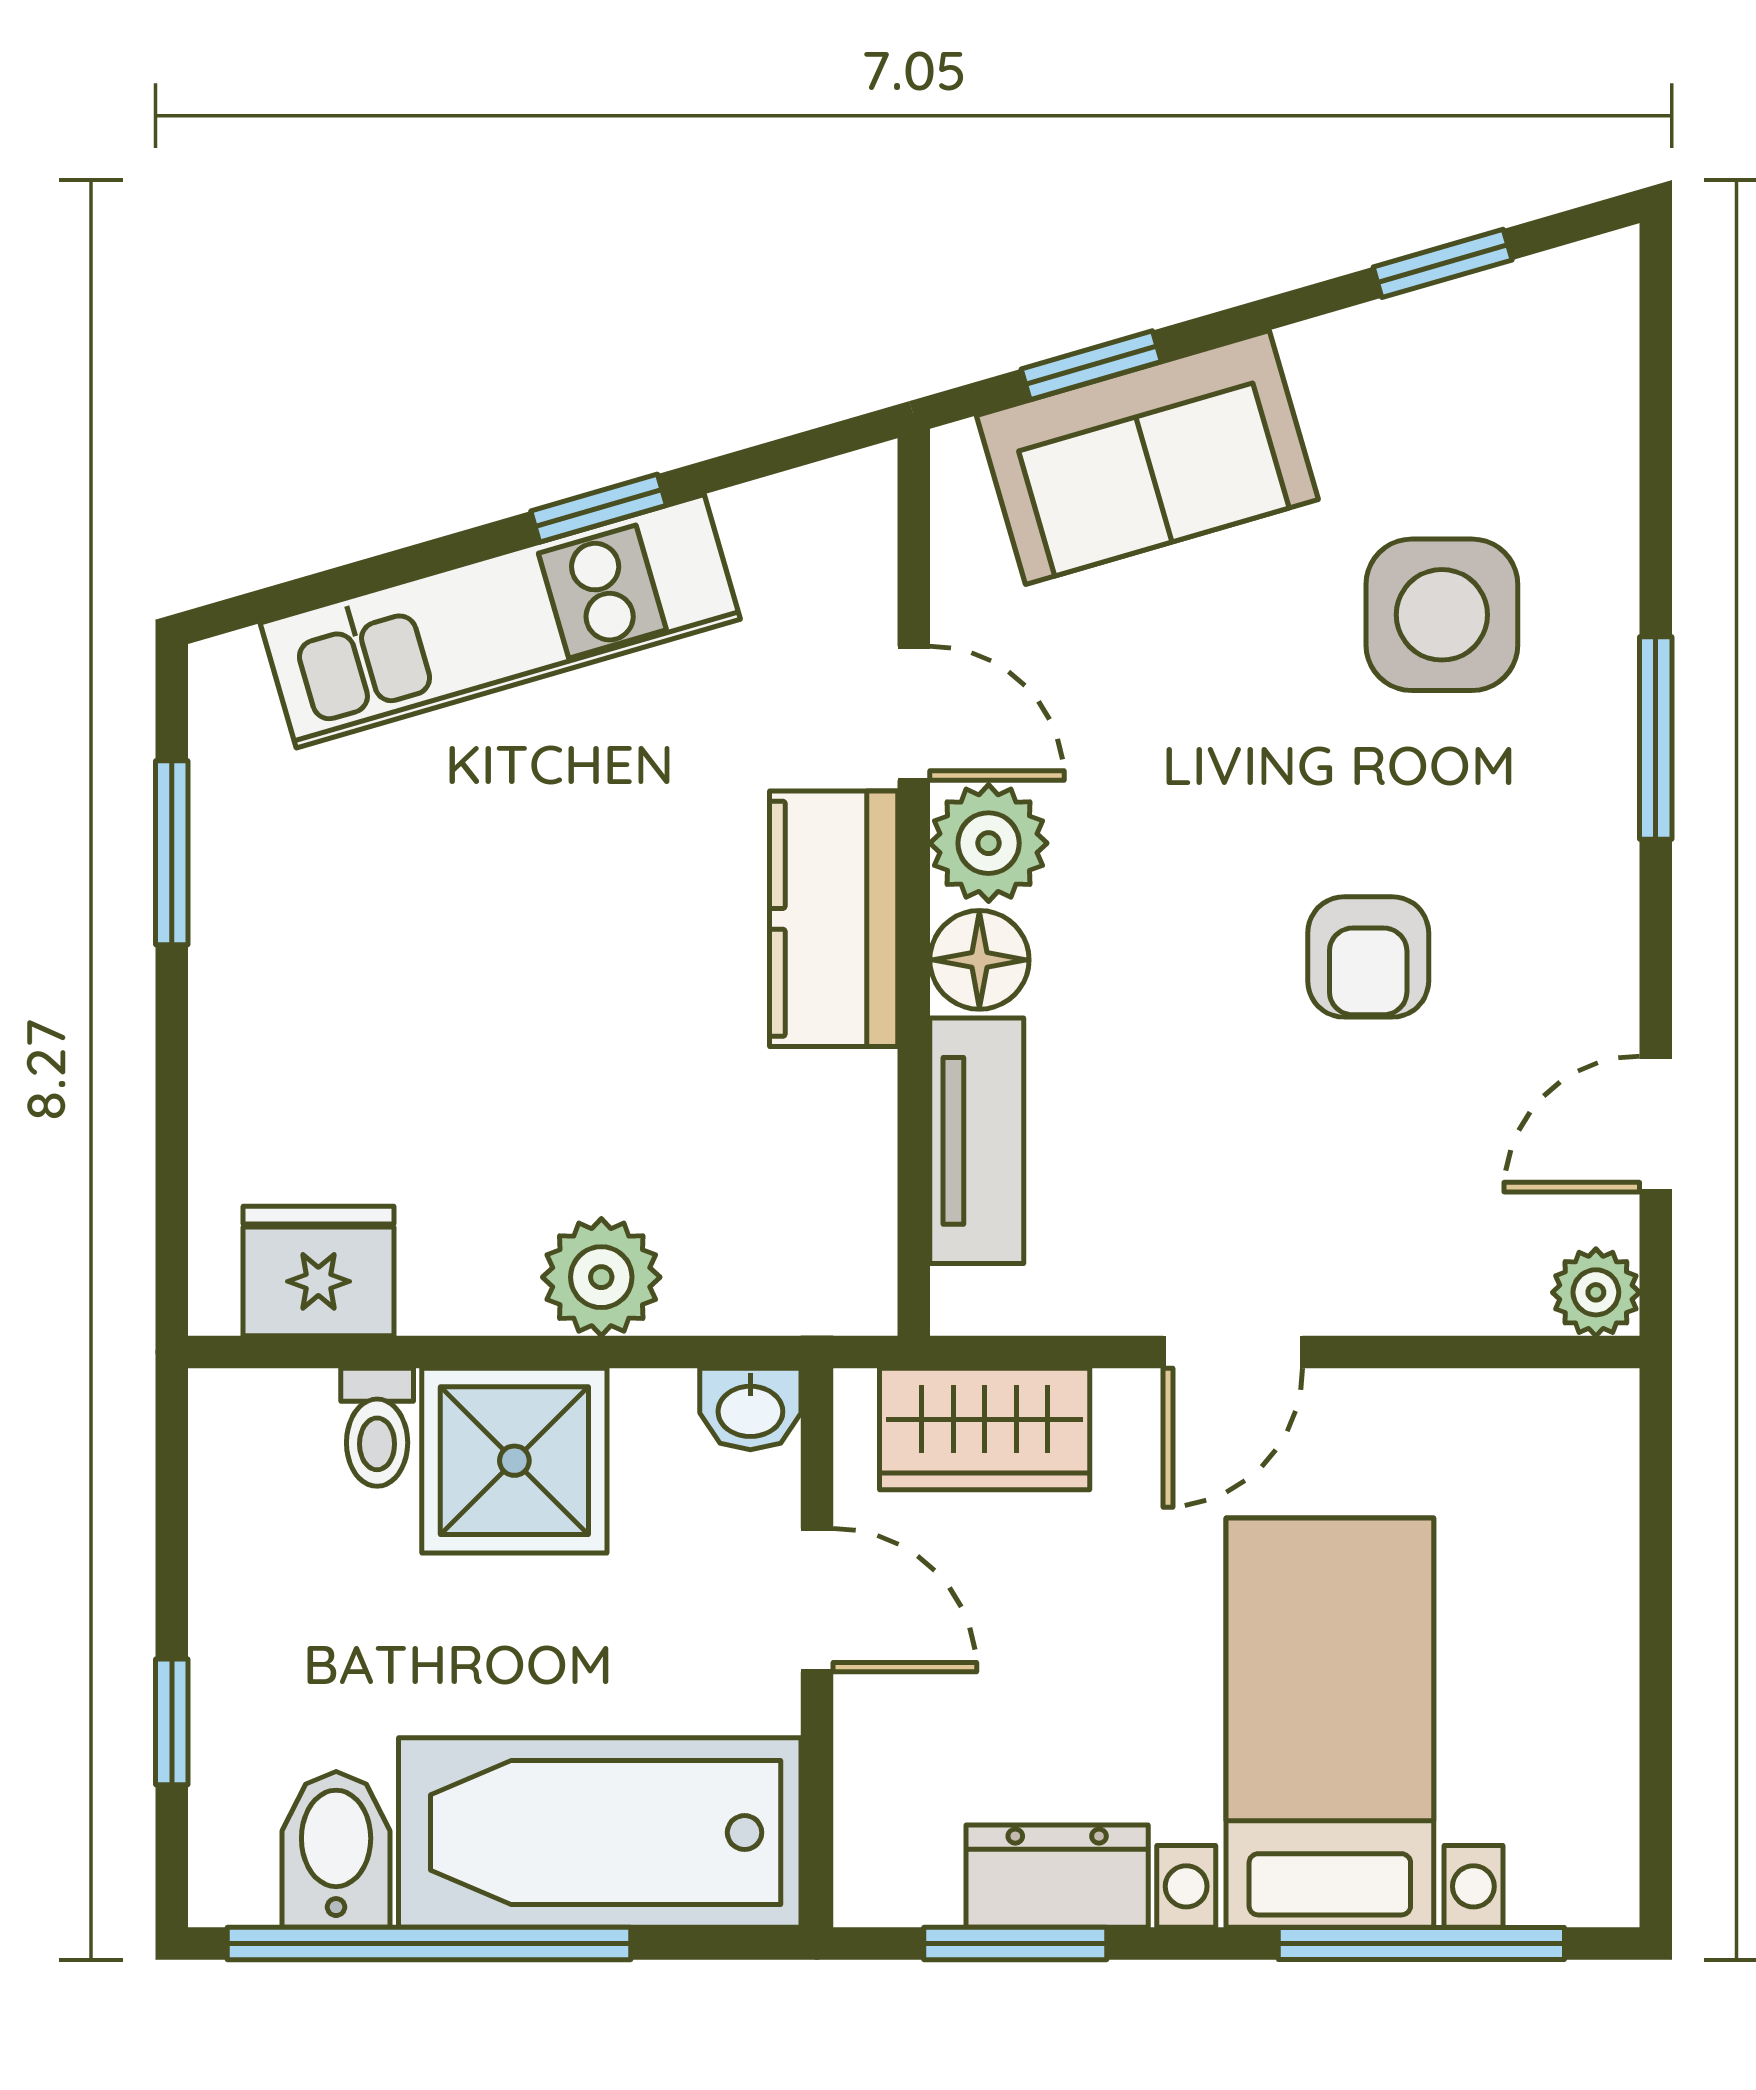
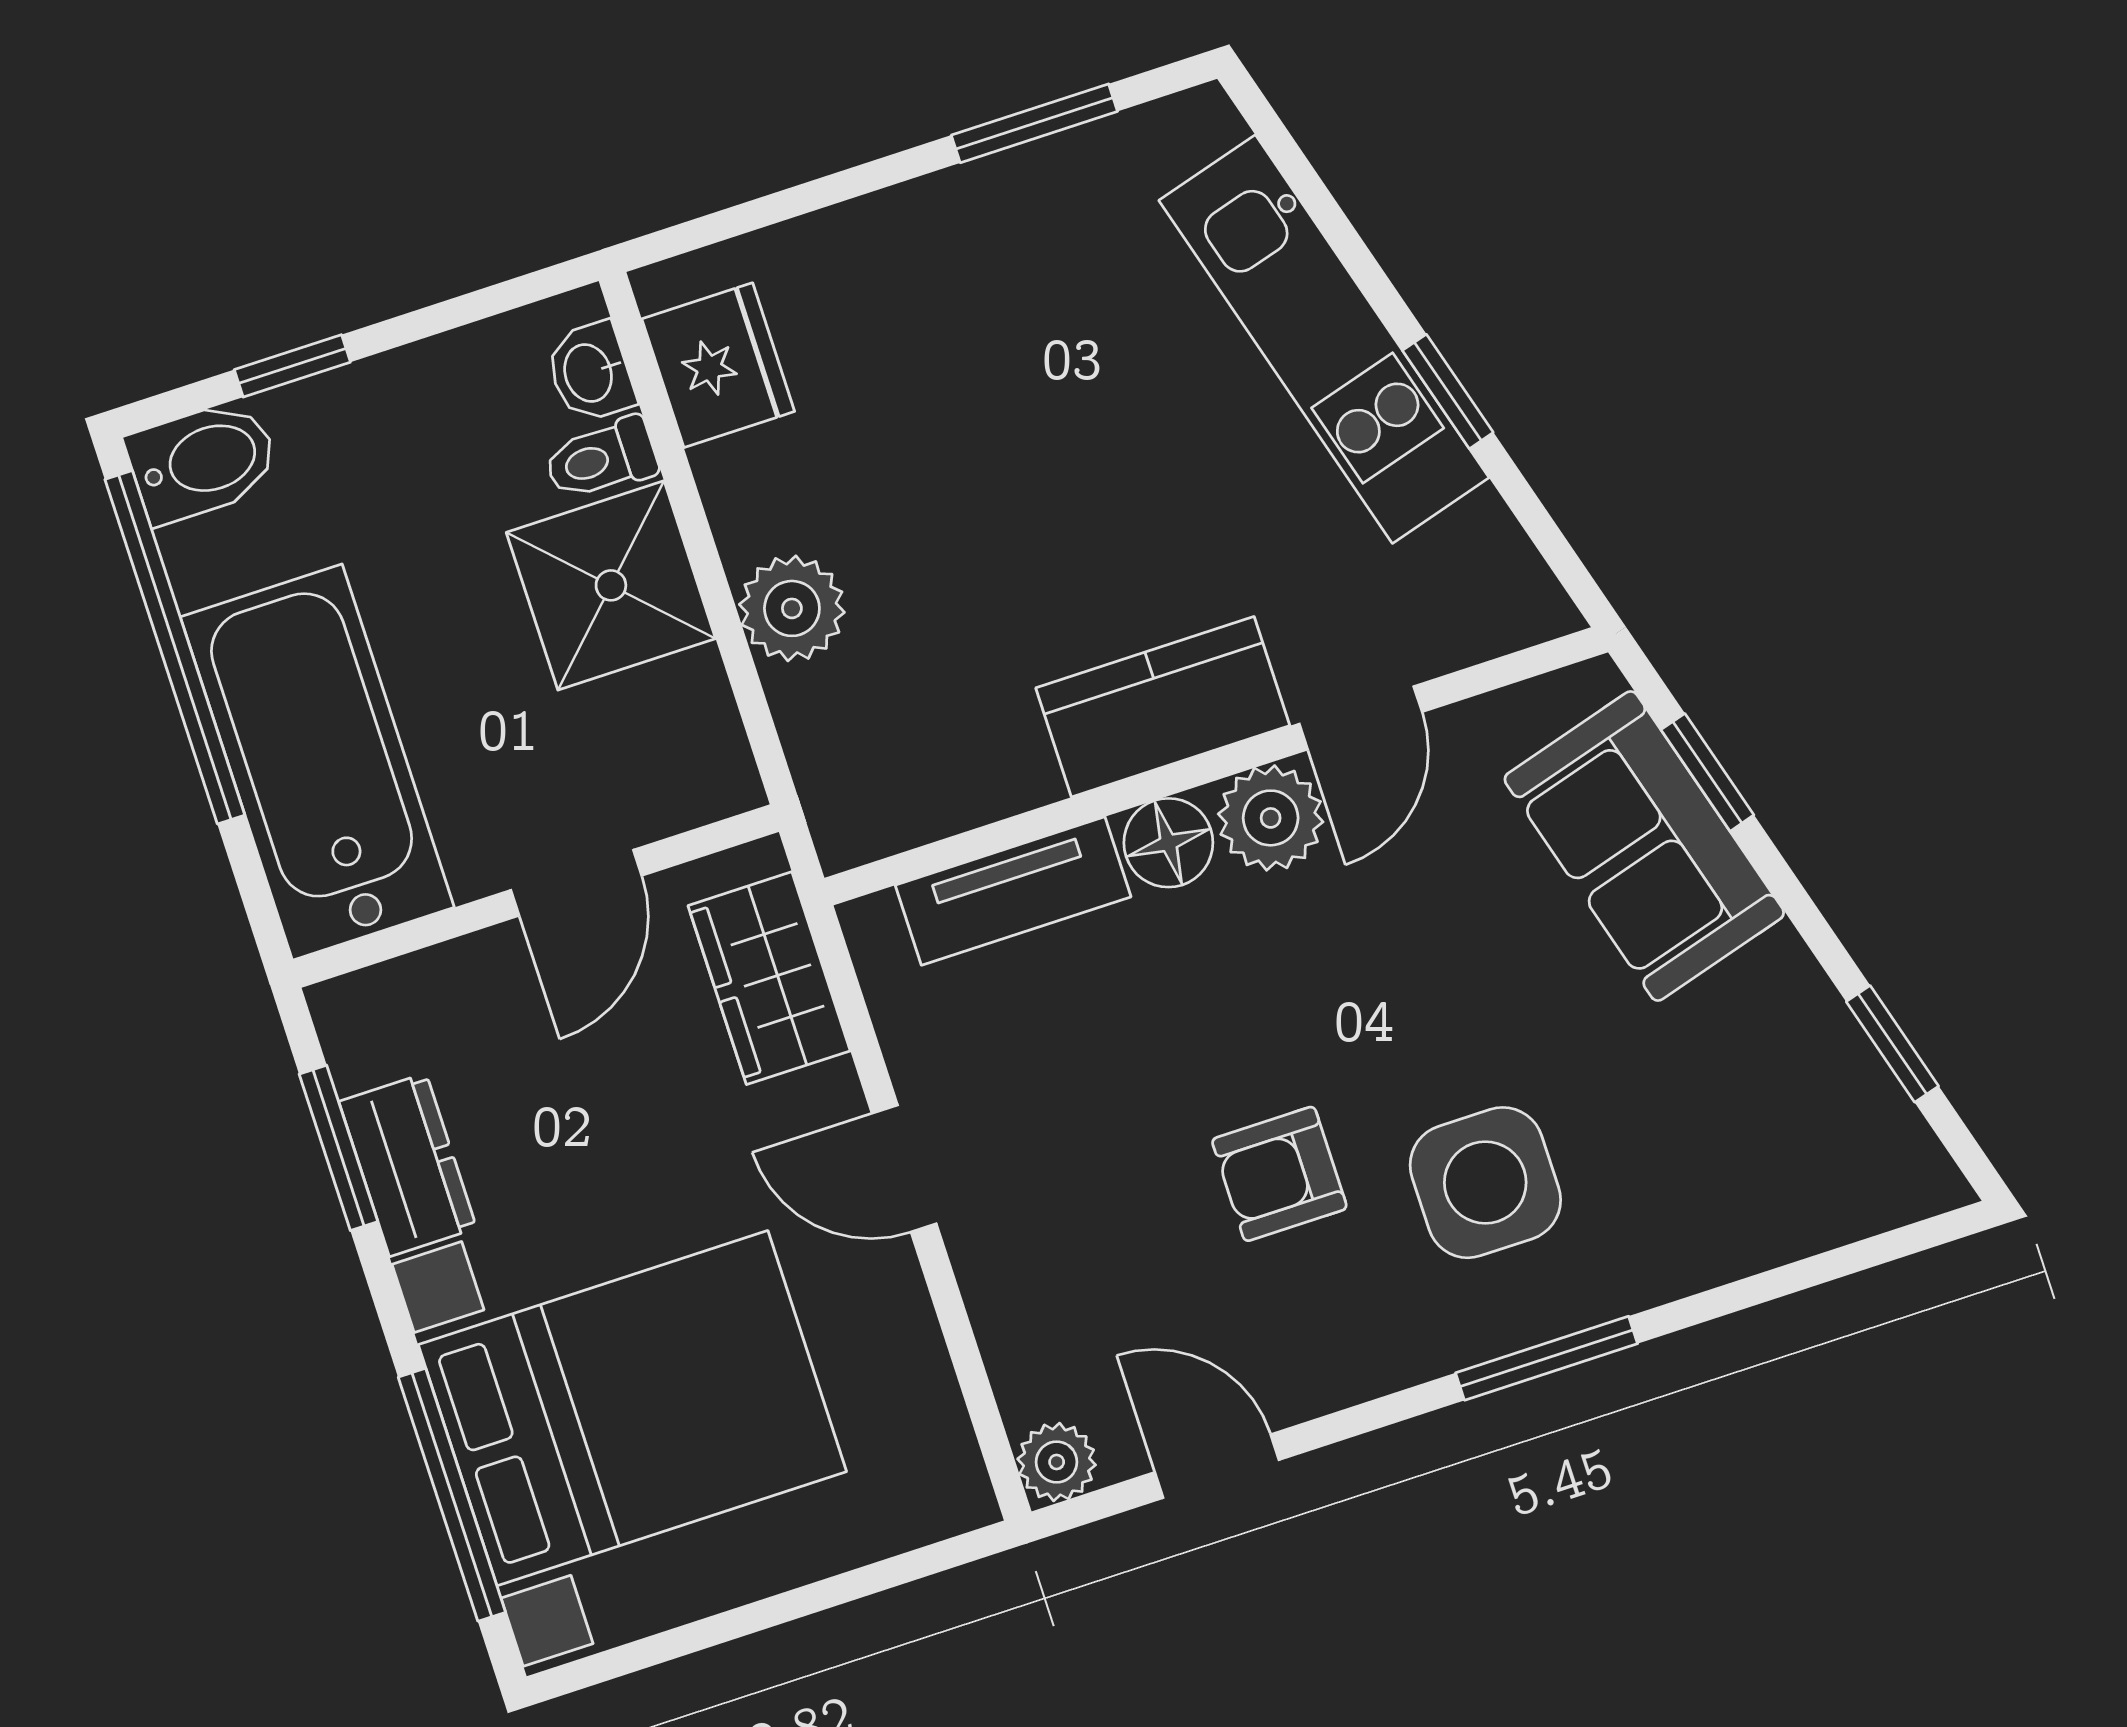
side table: (1442, 615) -> (1485, 1183), moved
washbasin: (750, 1409) -> (590, 372), moved
bed with nightstands: (1330, 1723) -> (632, 1408), width x1.36
bidet: (336, 1849) -> (203, 461), moved

